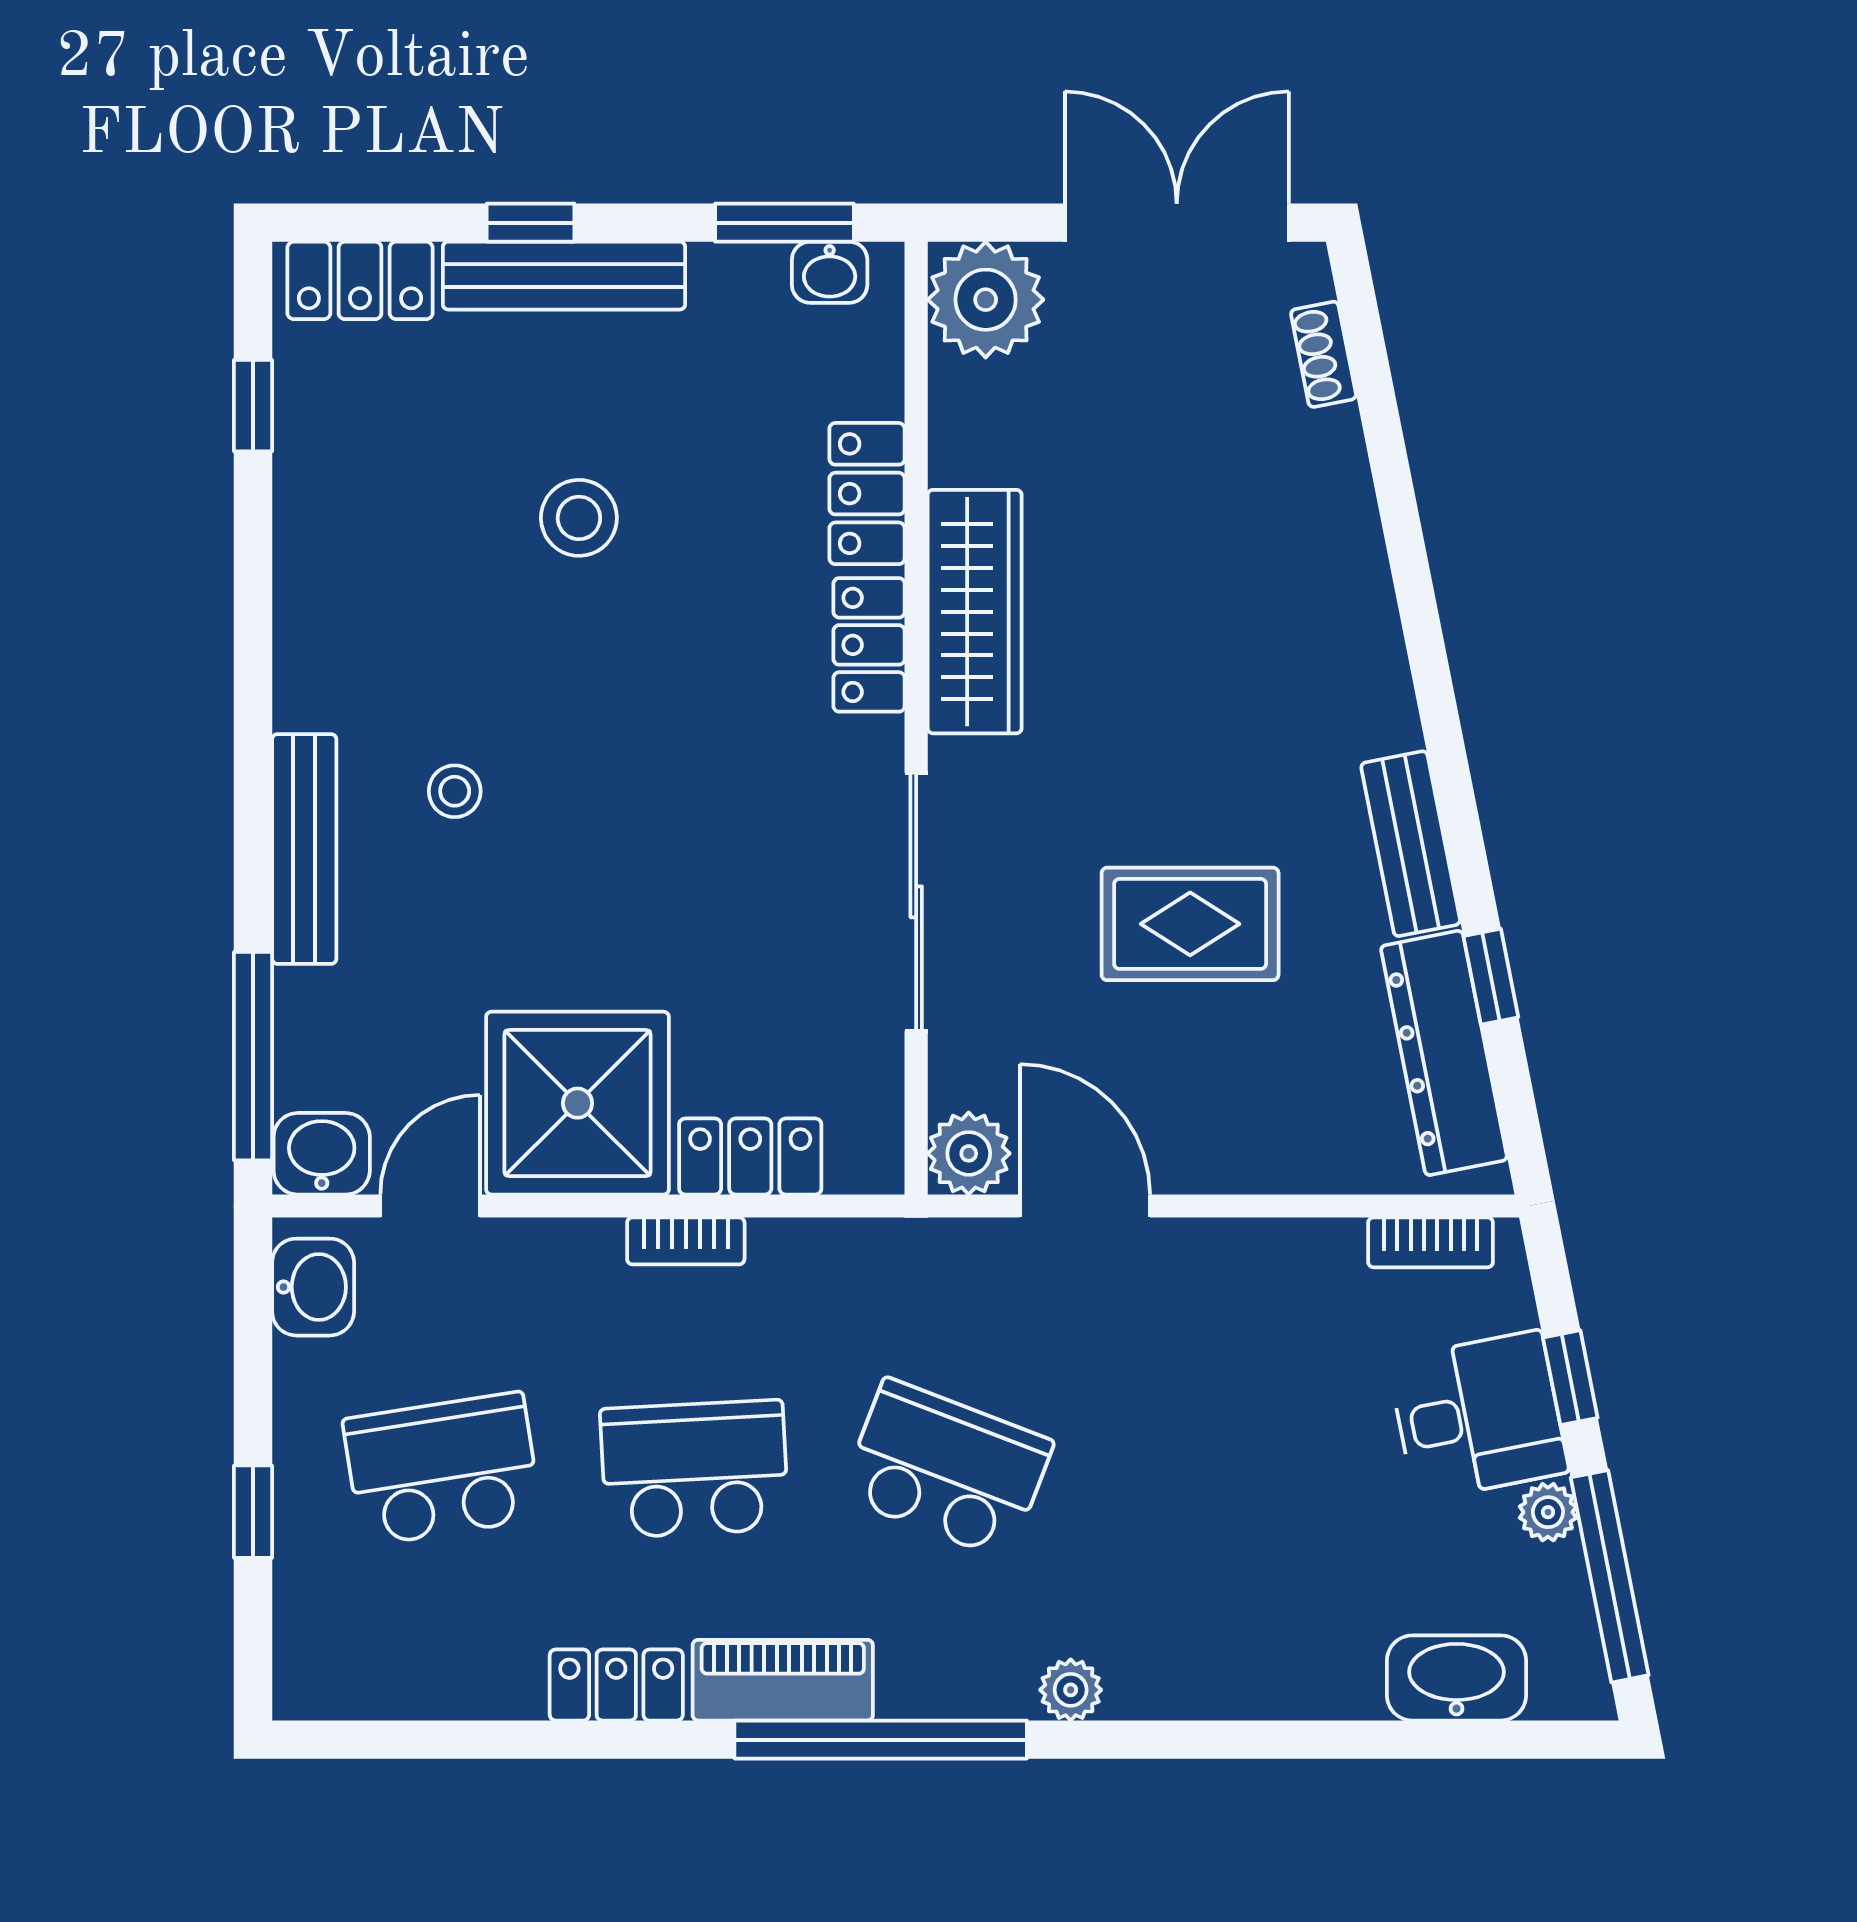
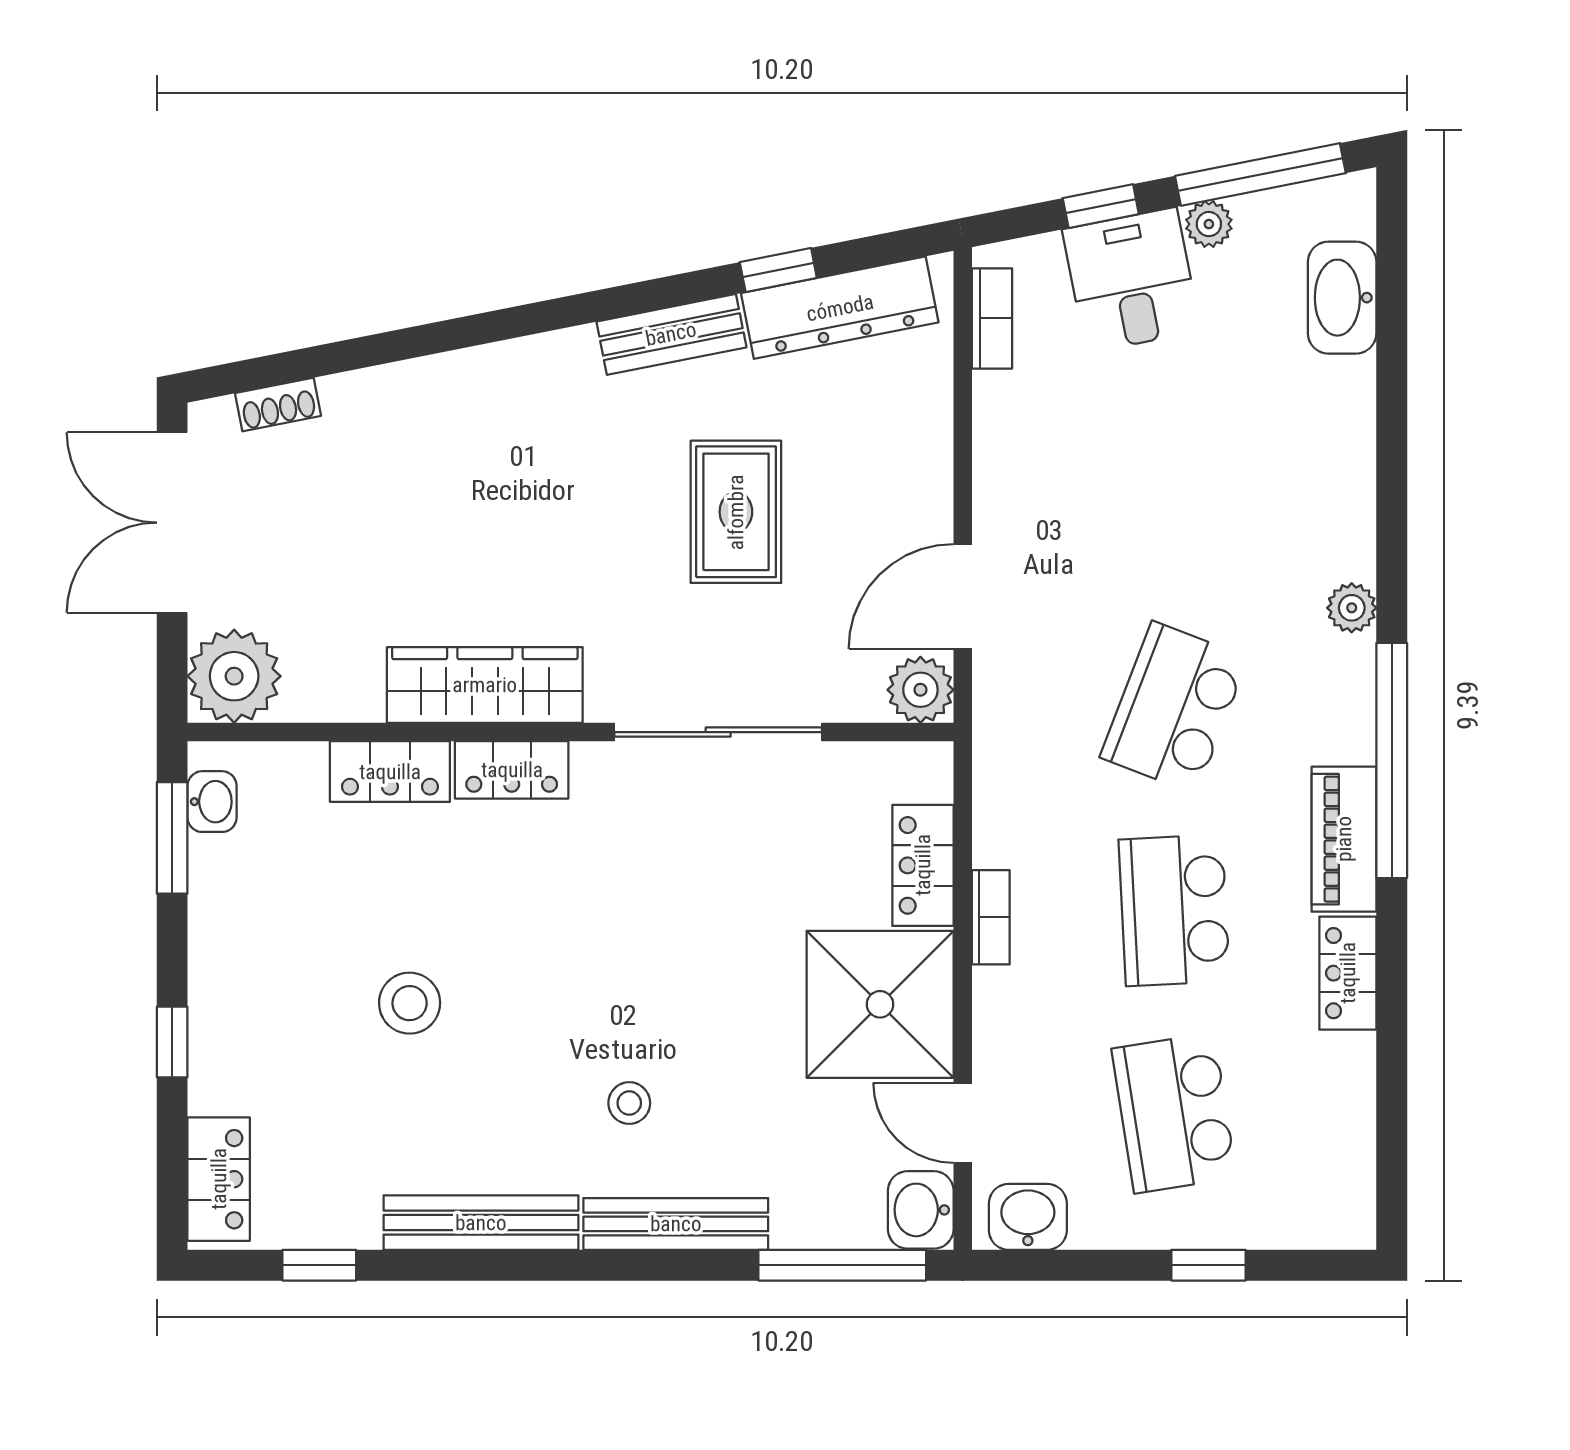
bench: (564, 276) -> (481, 1223), moved, turned 90

